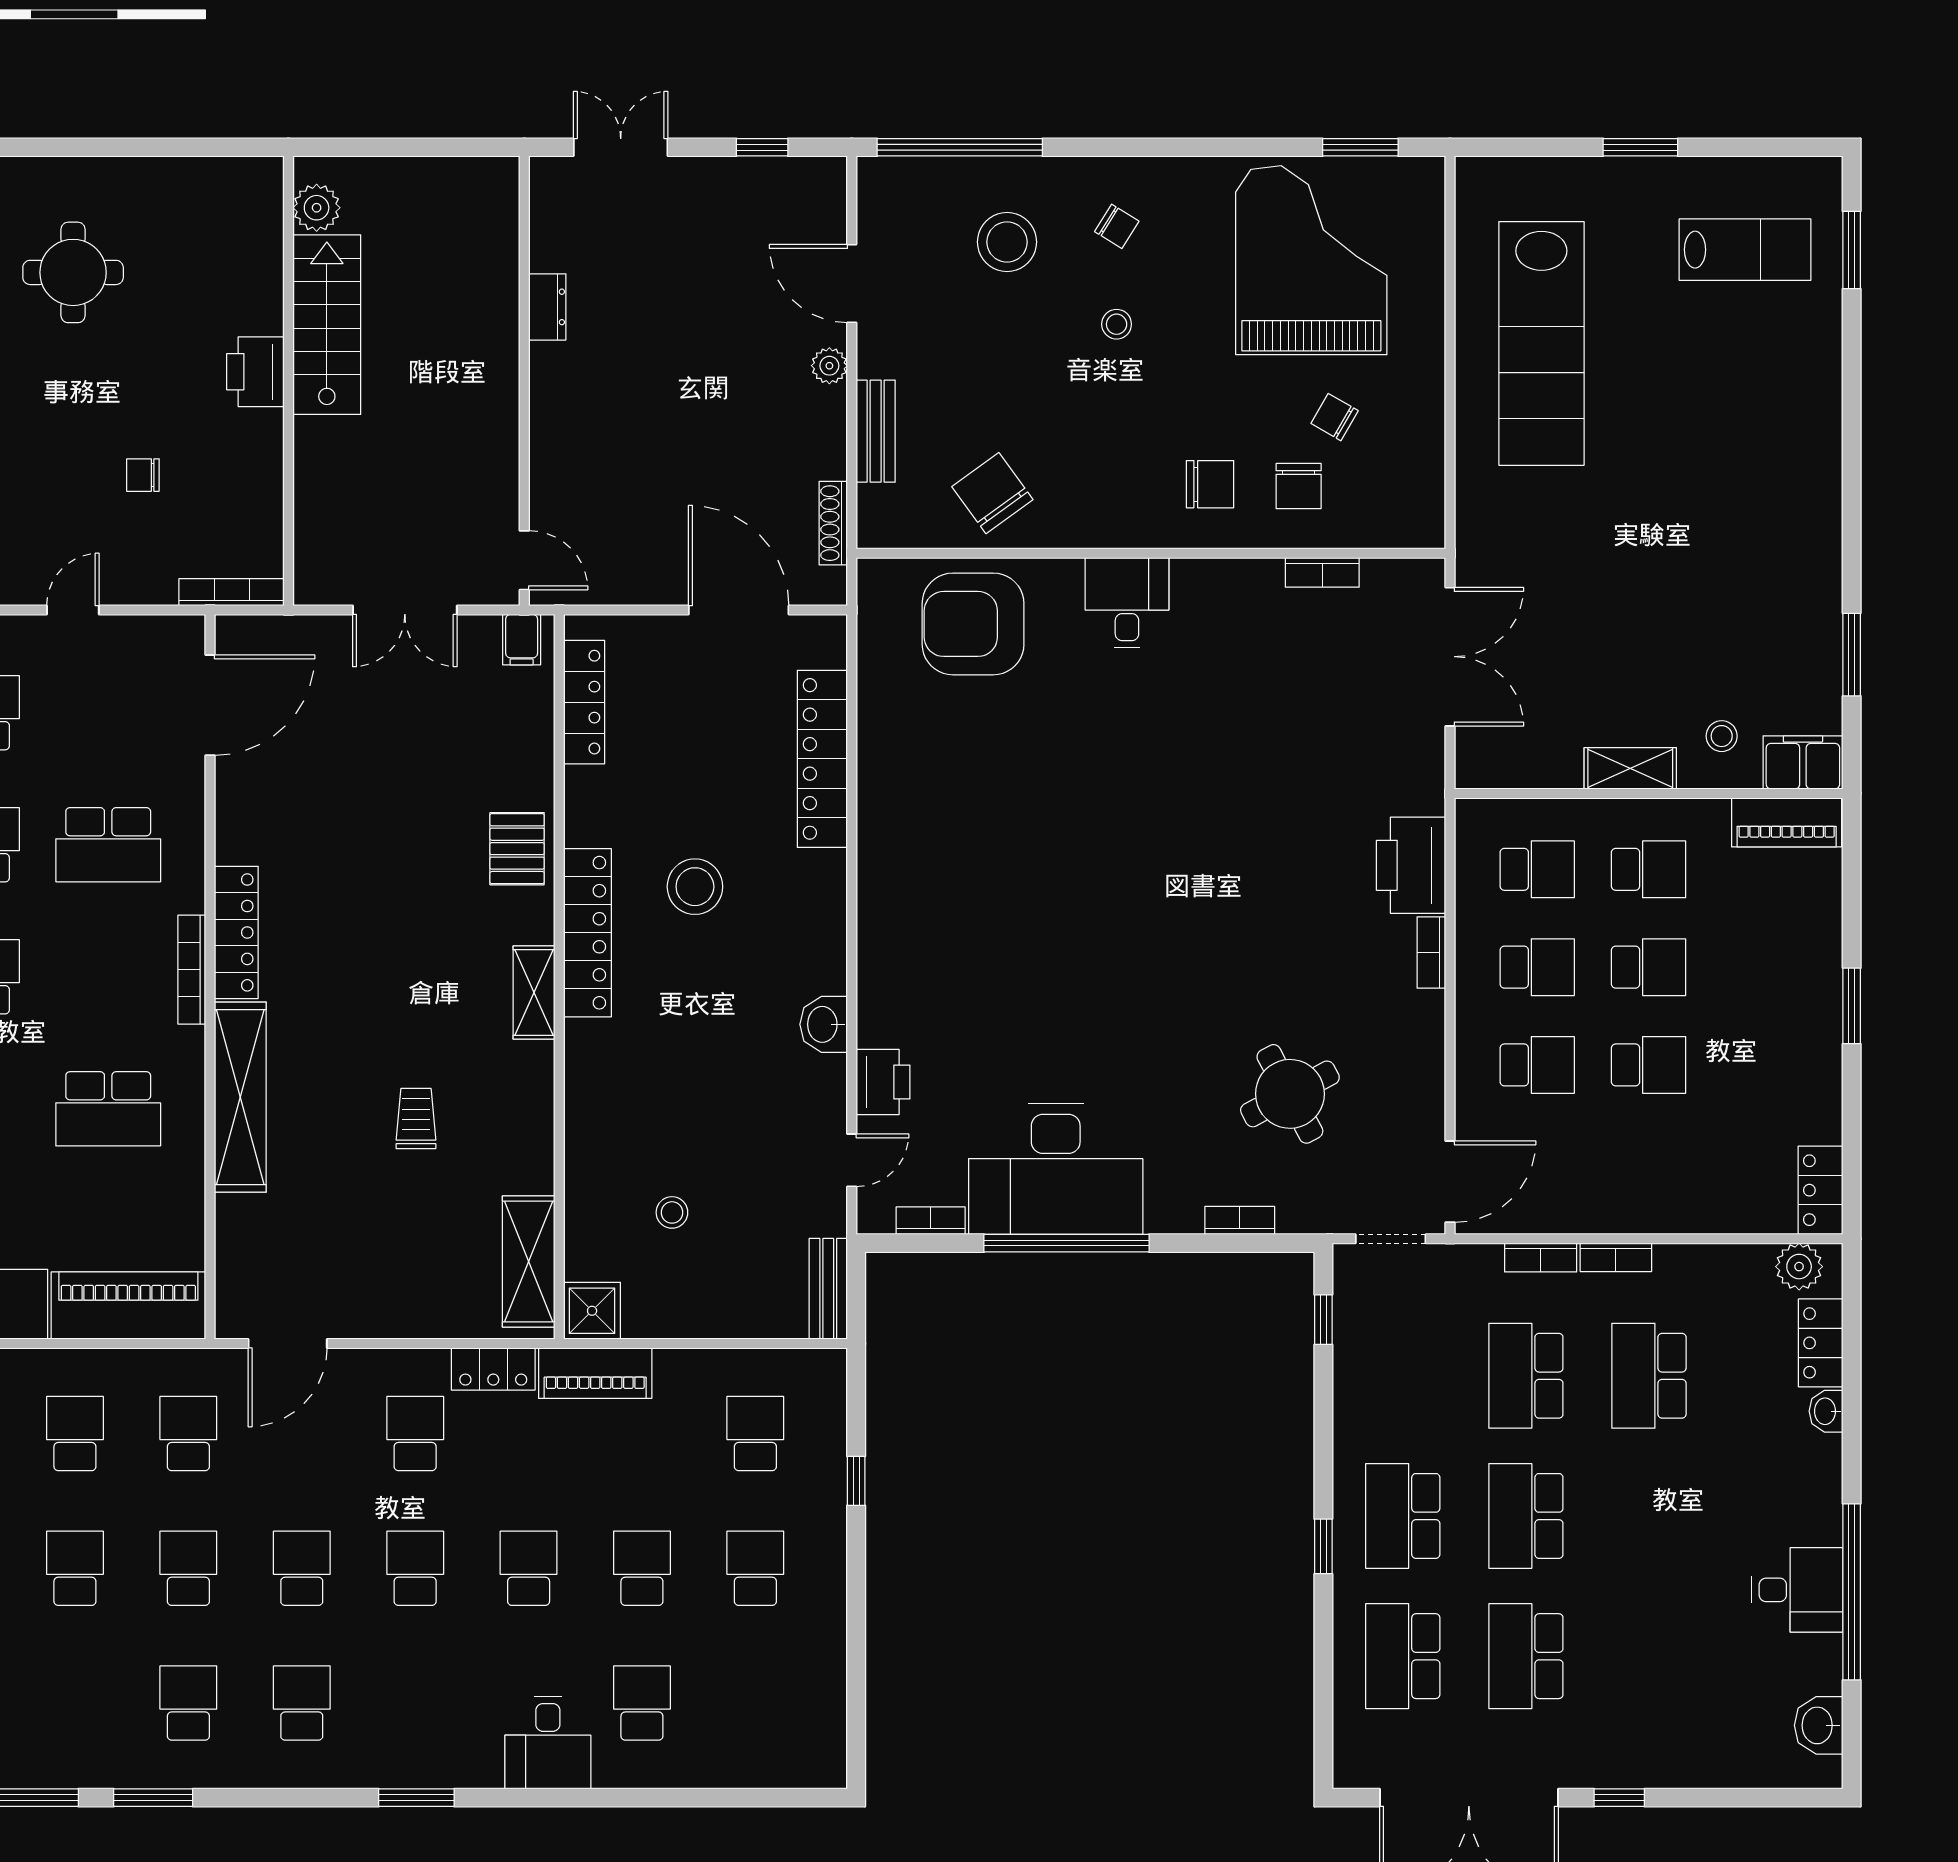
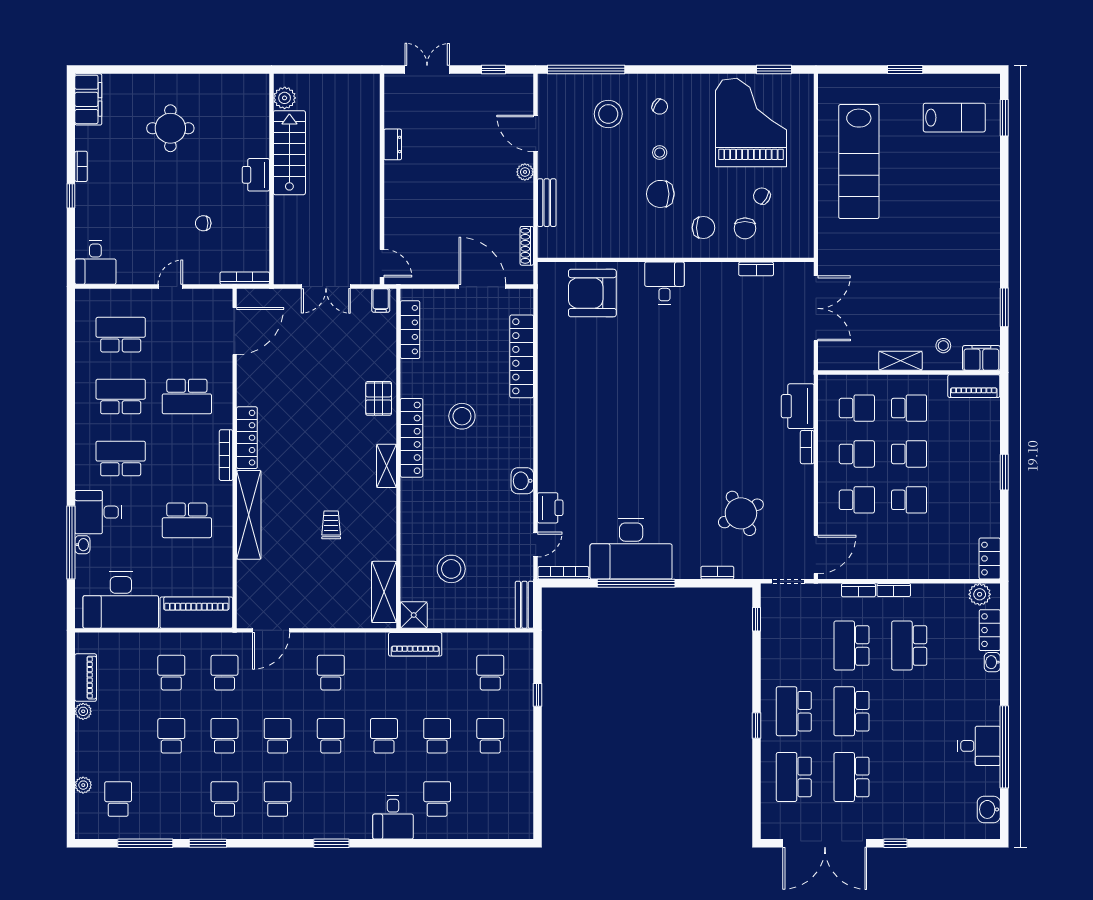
chair: (992, 493) -> (660, 194), moved, turned -54
stool: (672, 1212) -> (451, 569), width x1.89, depth x1.89
bookcase: (931, 1221) -> (563, 573), width x1.56
locker: (493, 1369) -> (367, 642), removed

